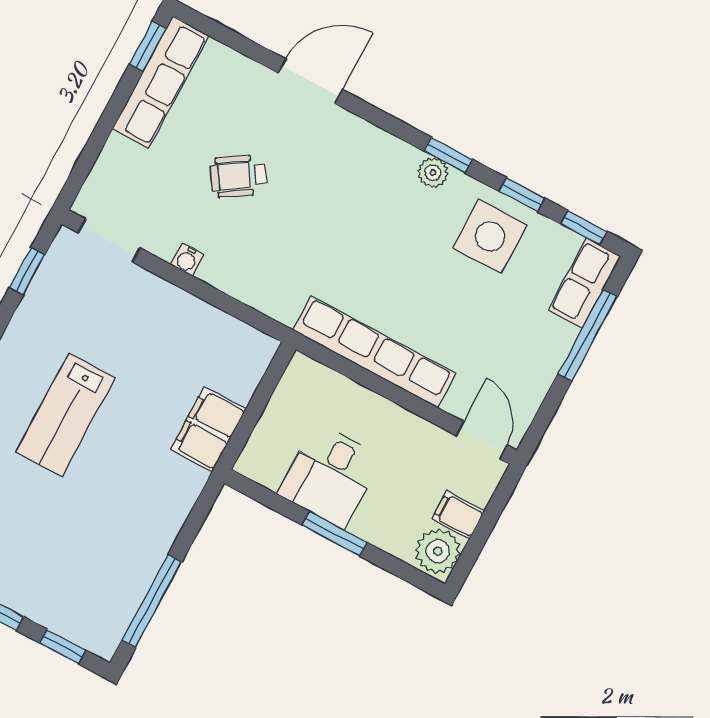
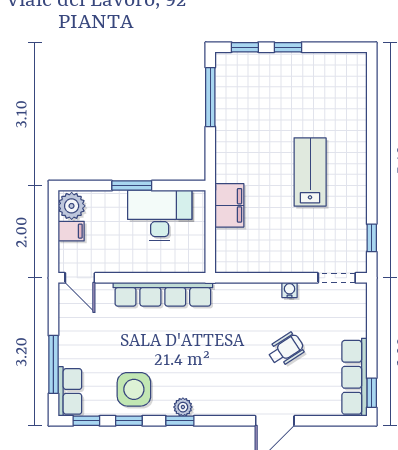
desk: (330, 476) -> (160, 215), width x1.37

